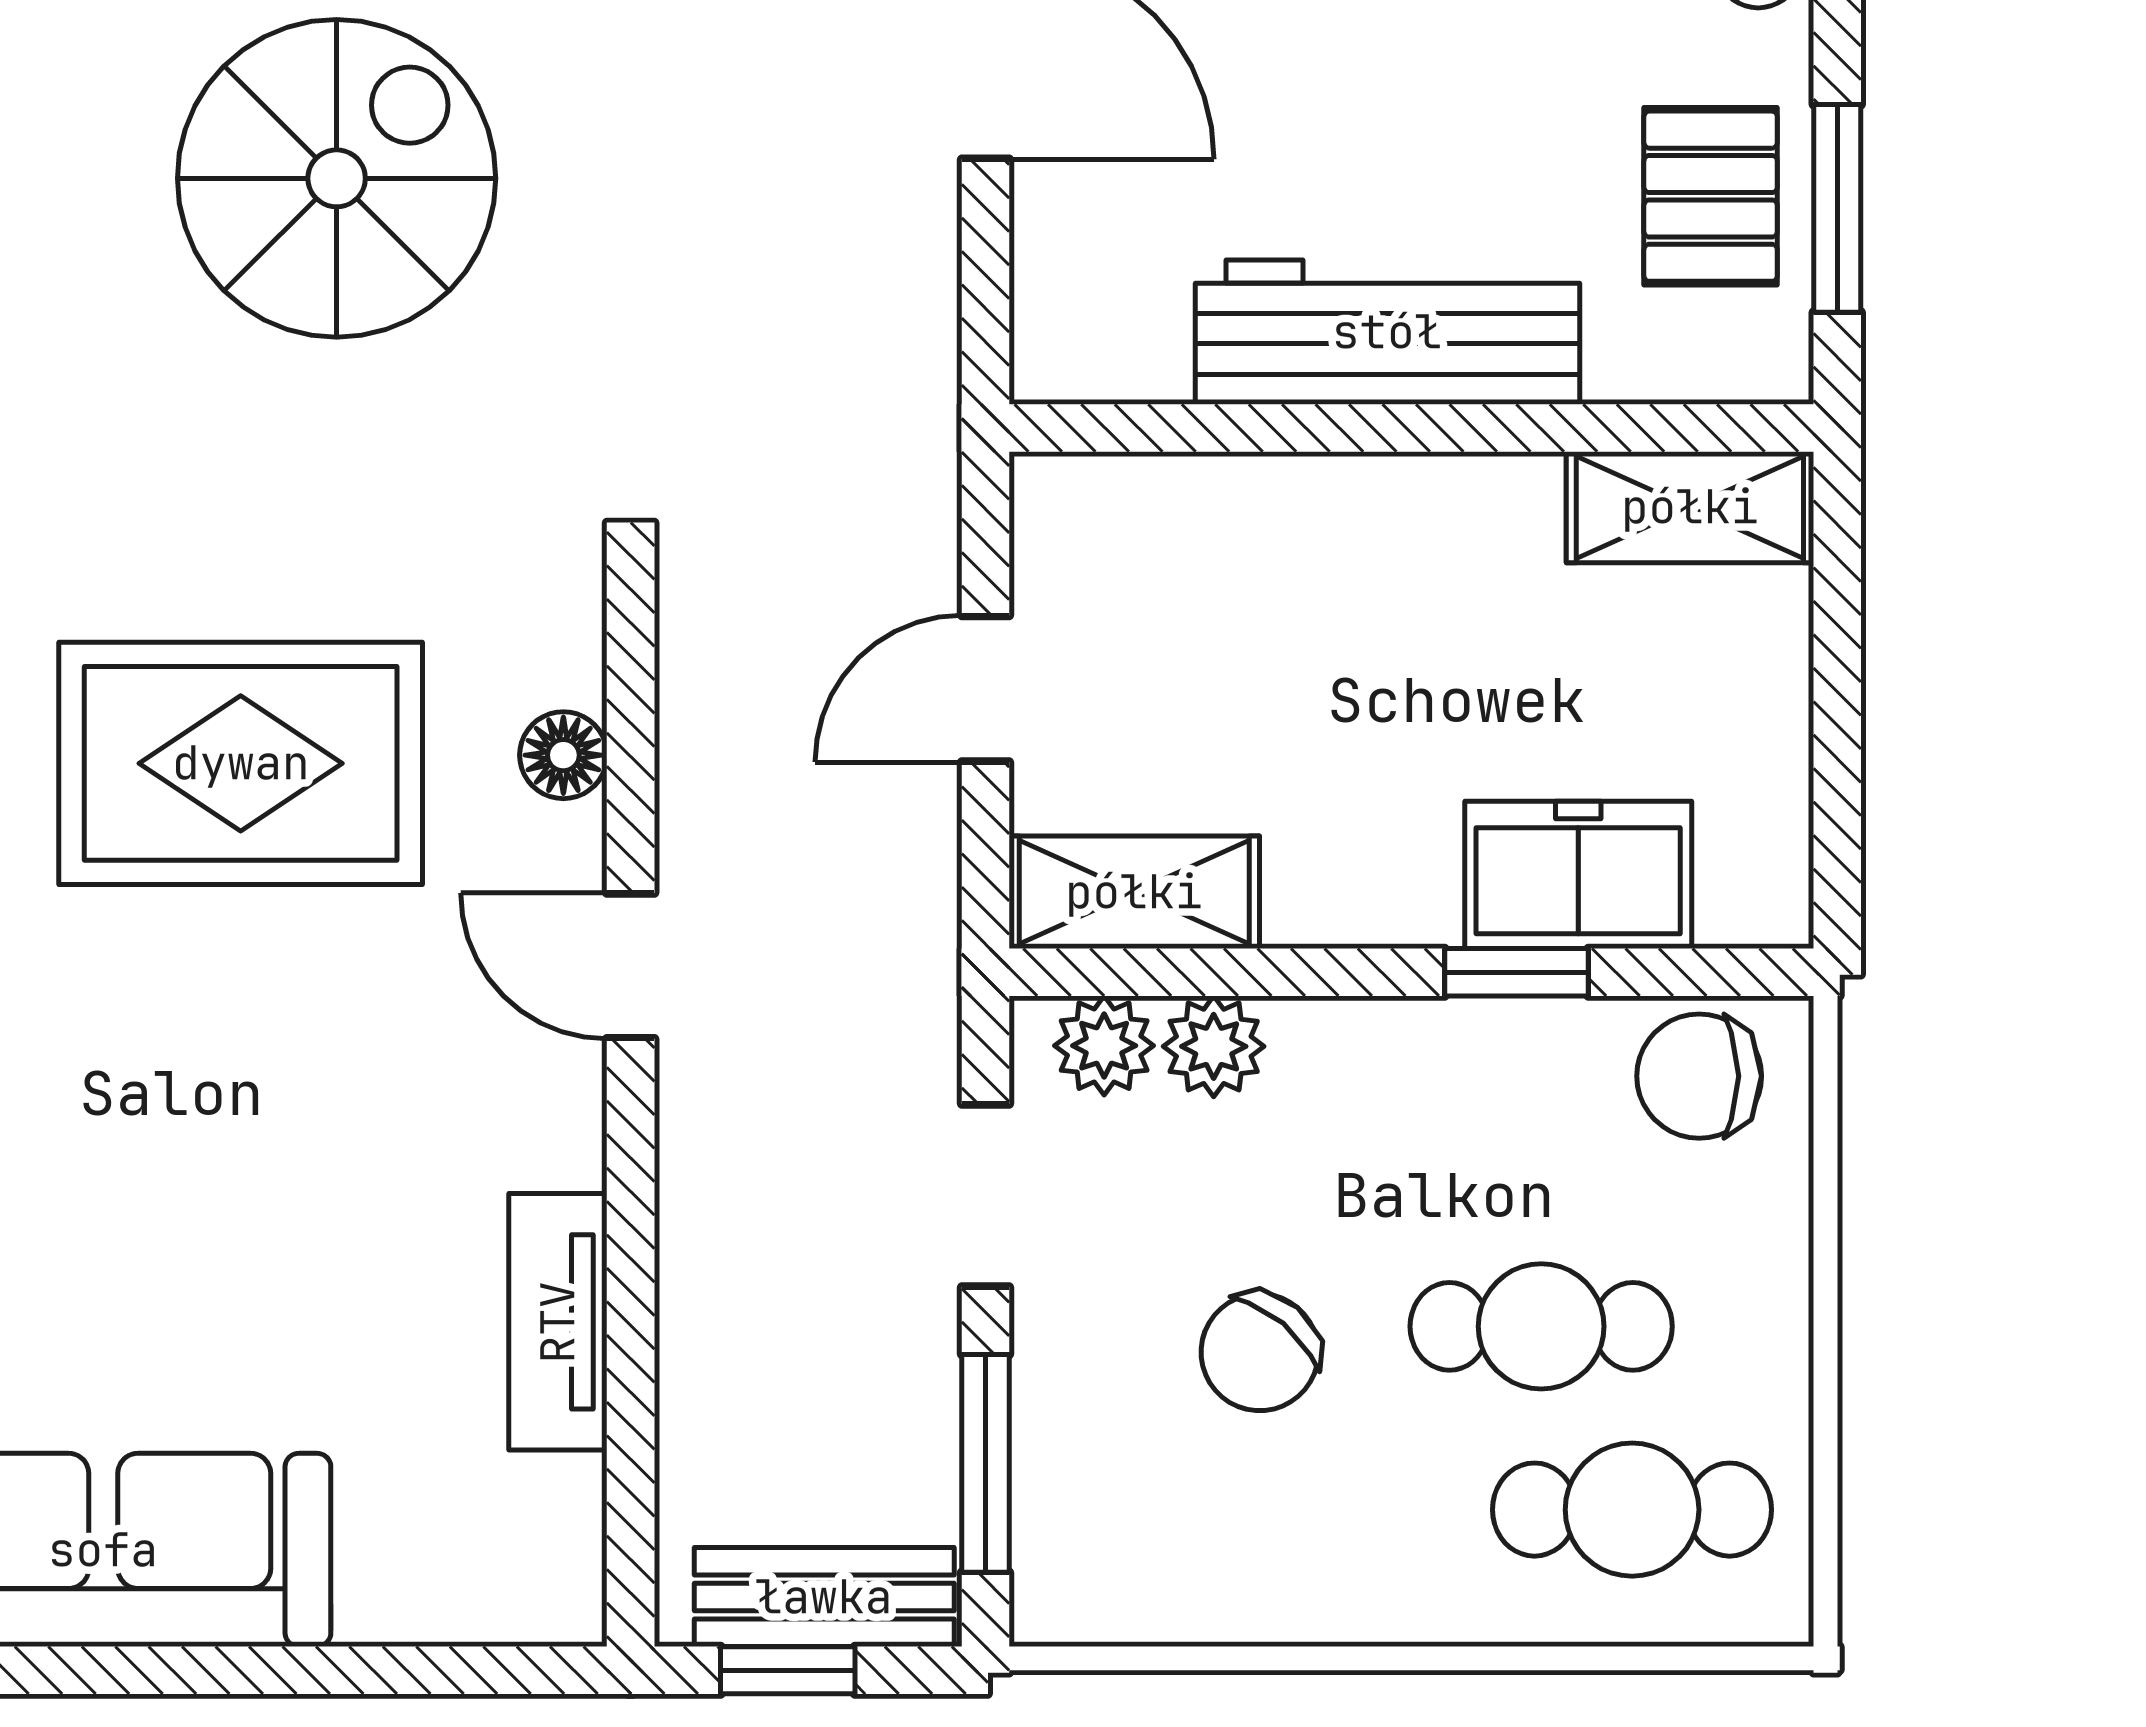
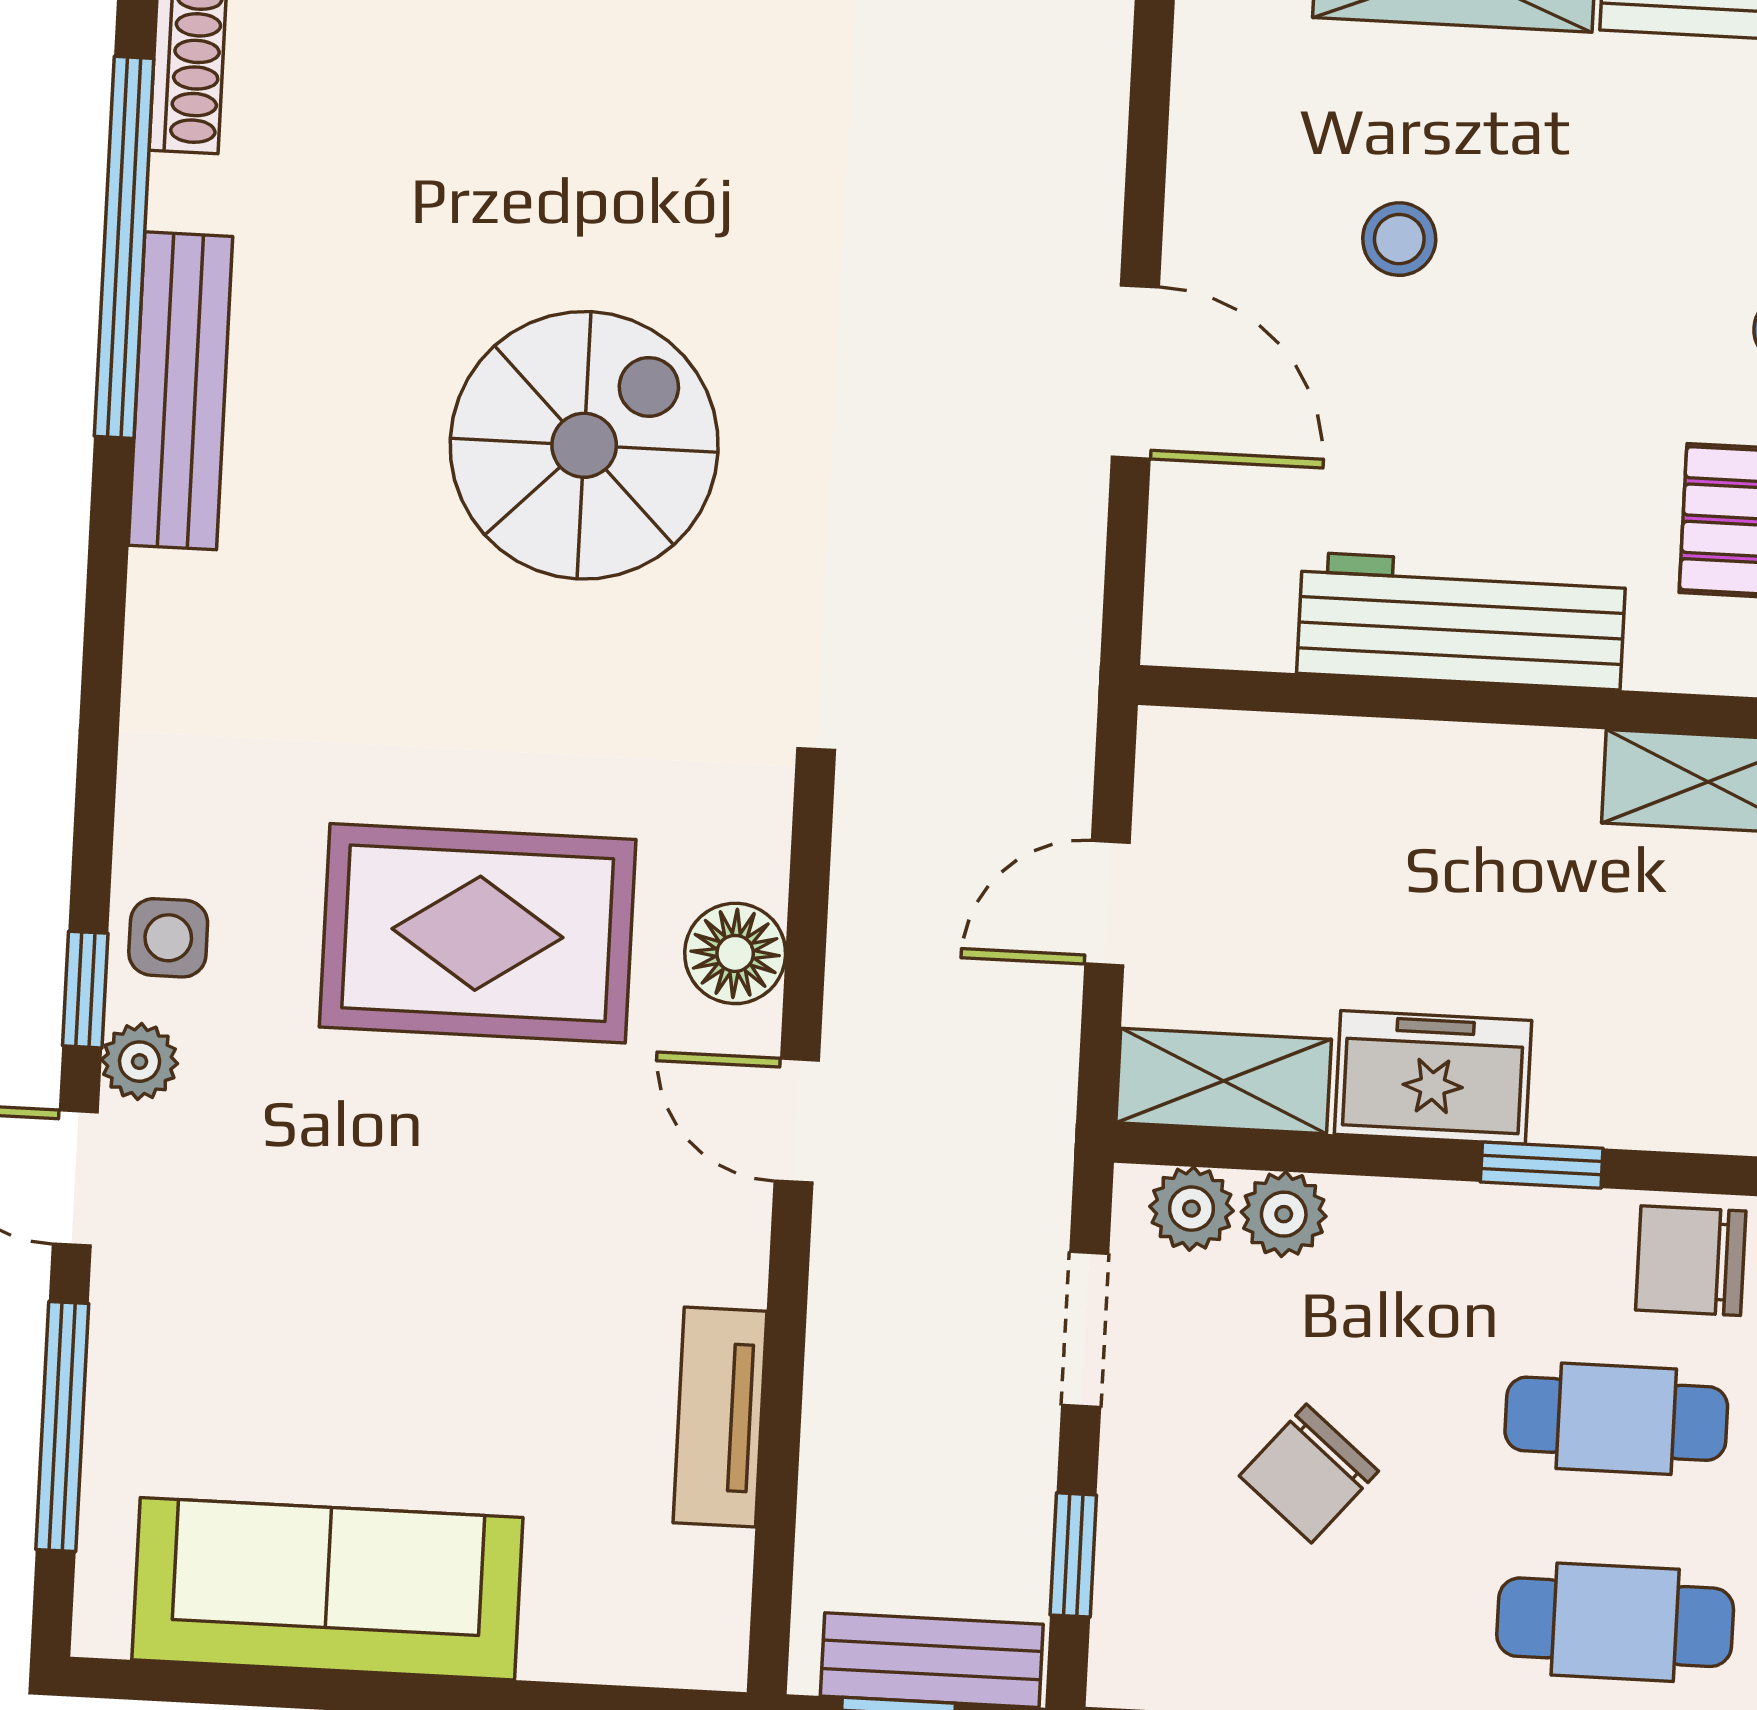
floor lamp: (563, 755) -> (735, 953), width x1.37, depth x1.37
freezer: (1578, 875) -> (1433, 1077), moved
cafe table: (1541, 1326) -> (1616, 1419), moved
window: (986, 1463) -> (1073, 1555), width x0.67

